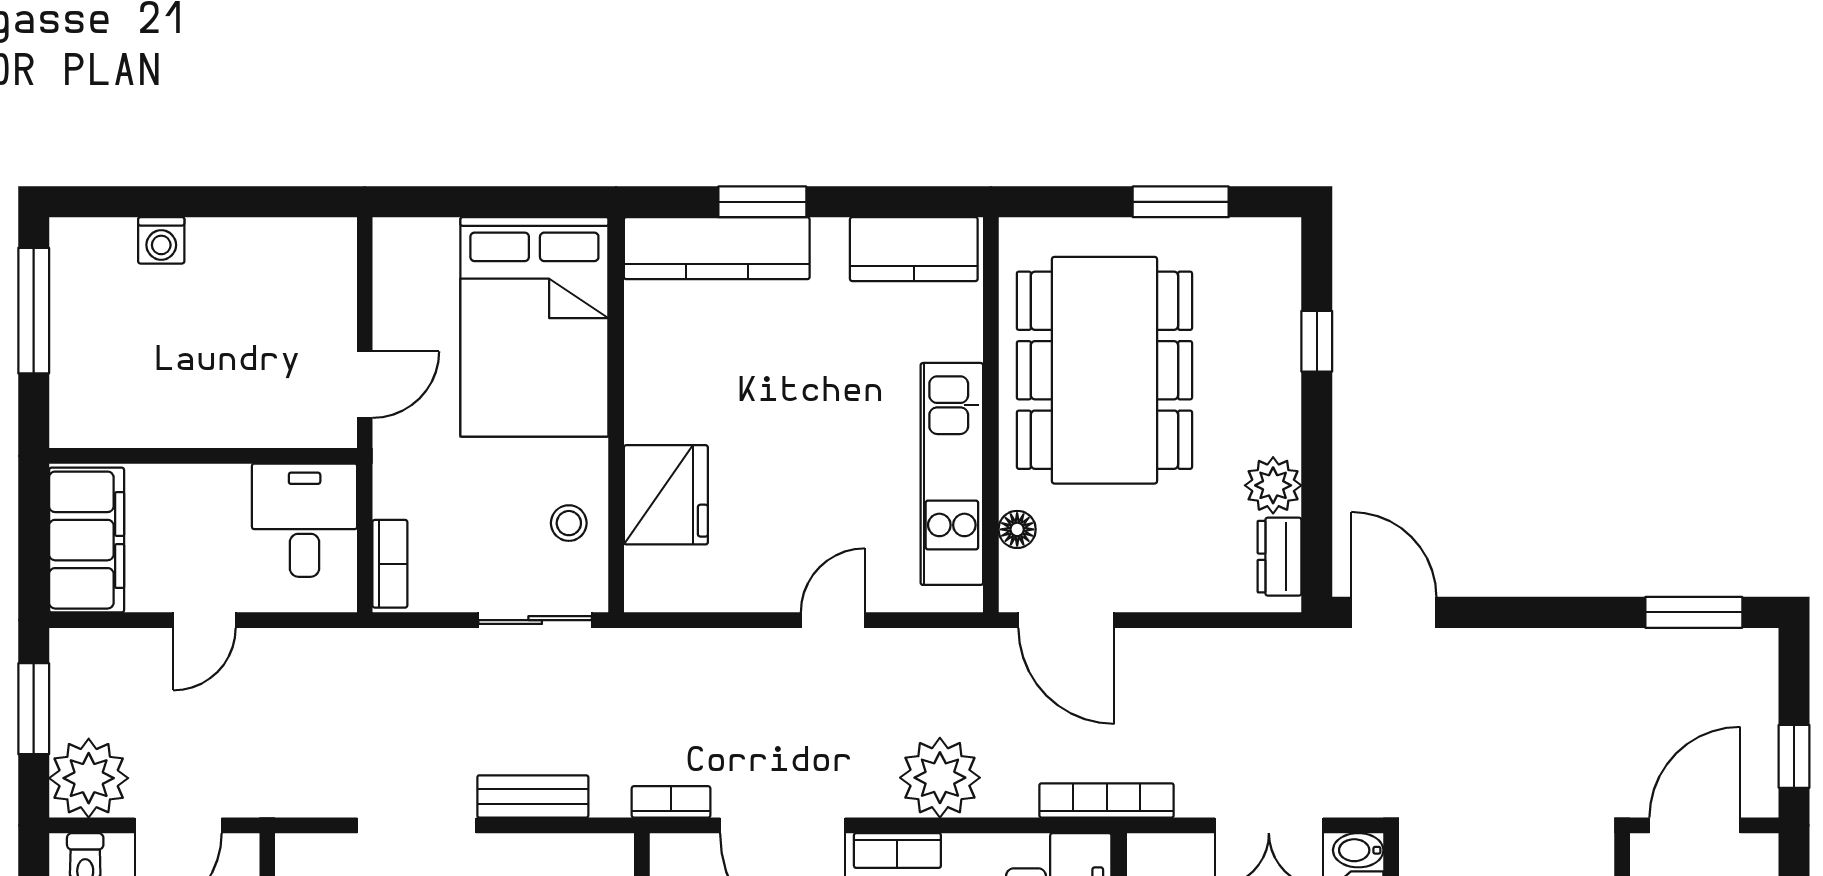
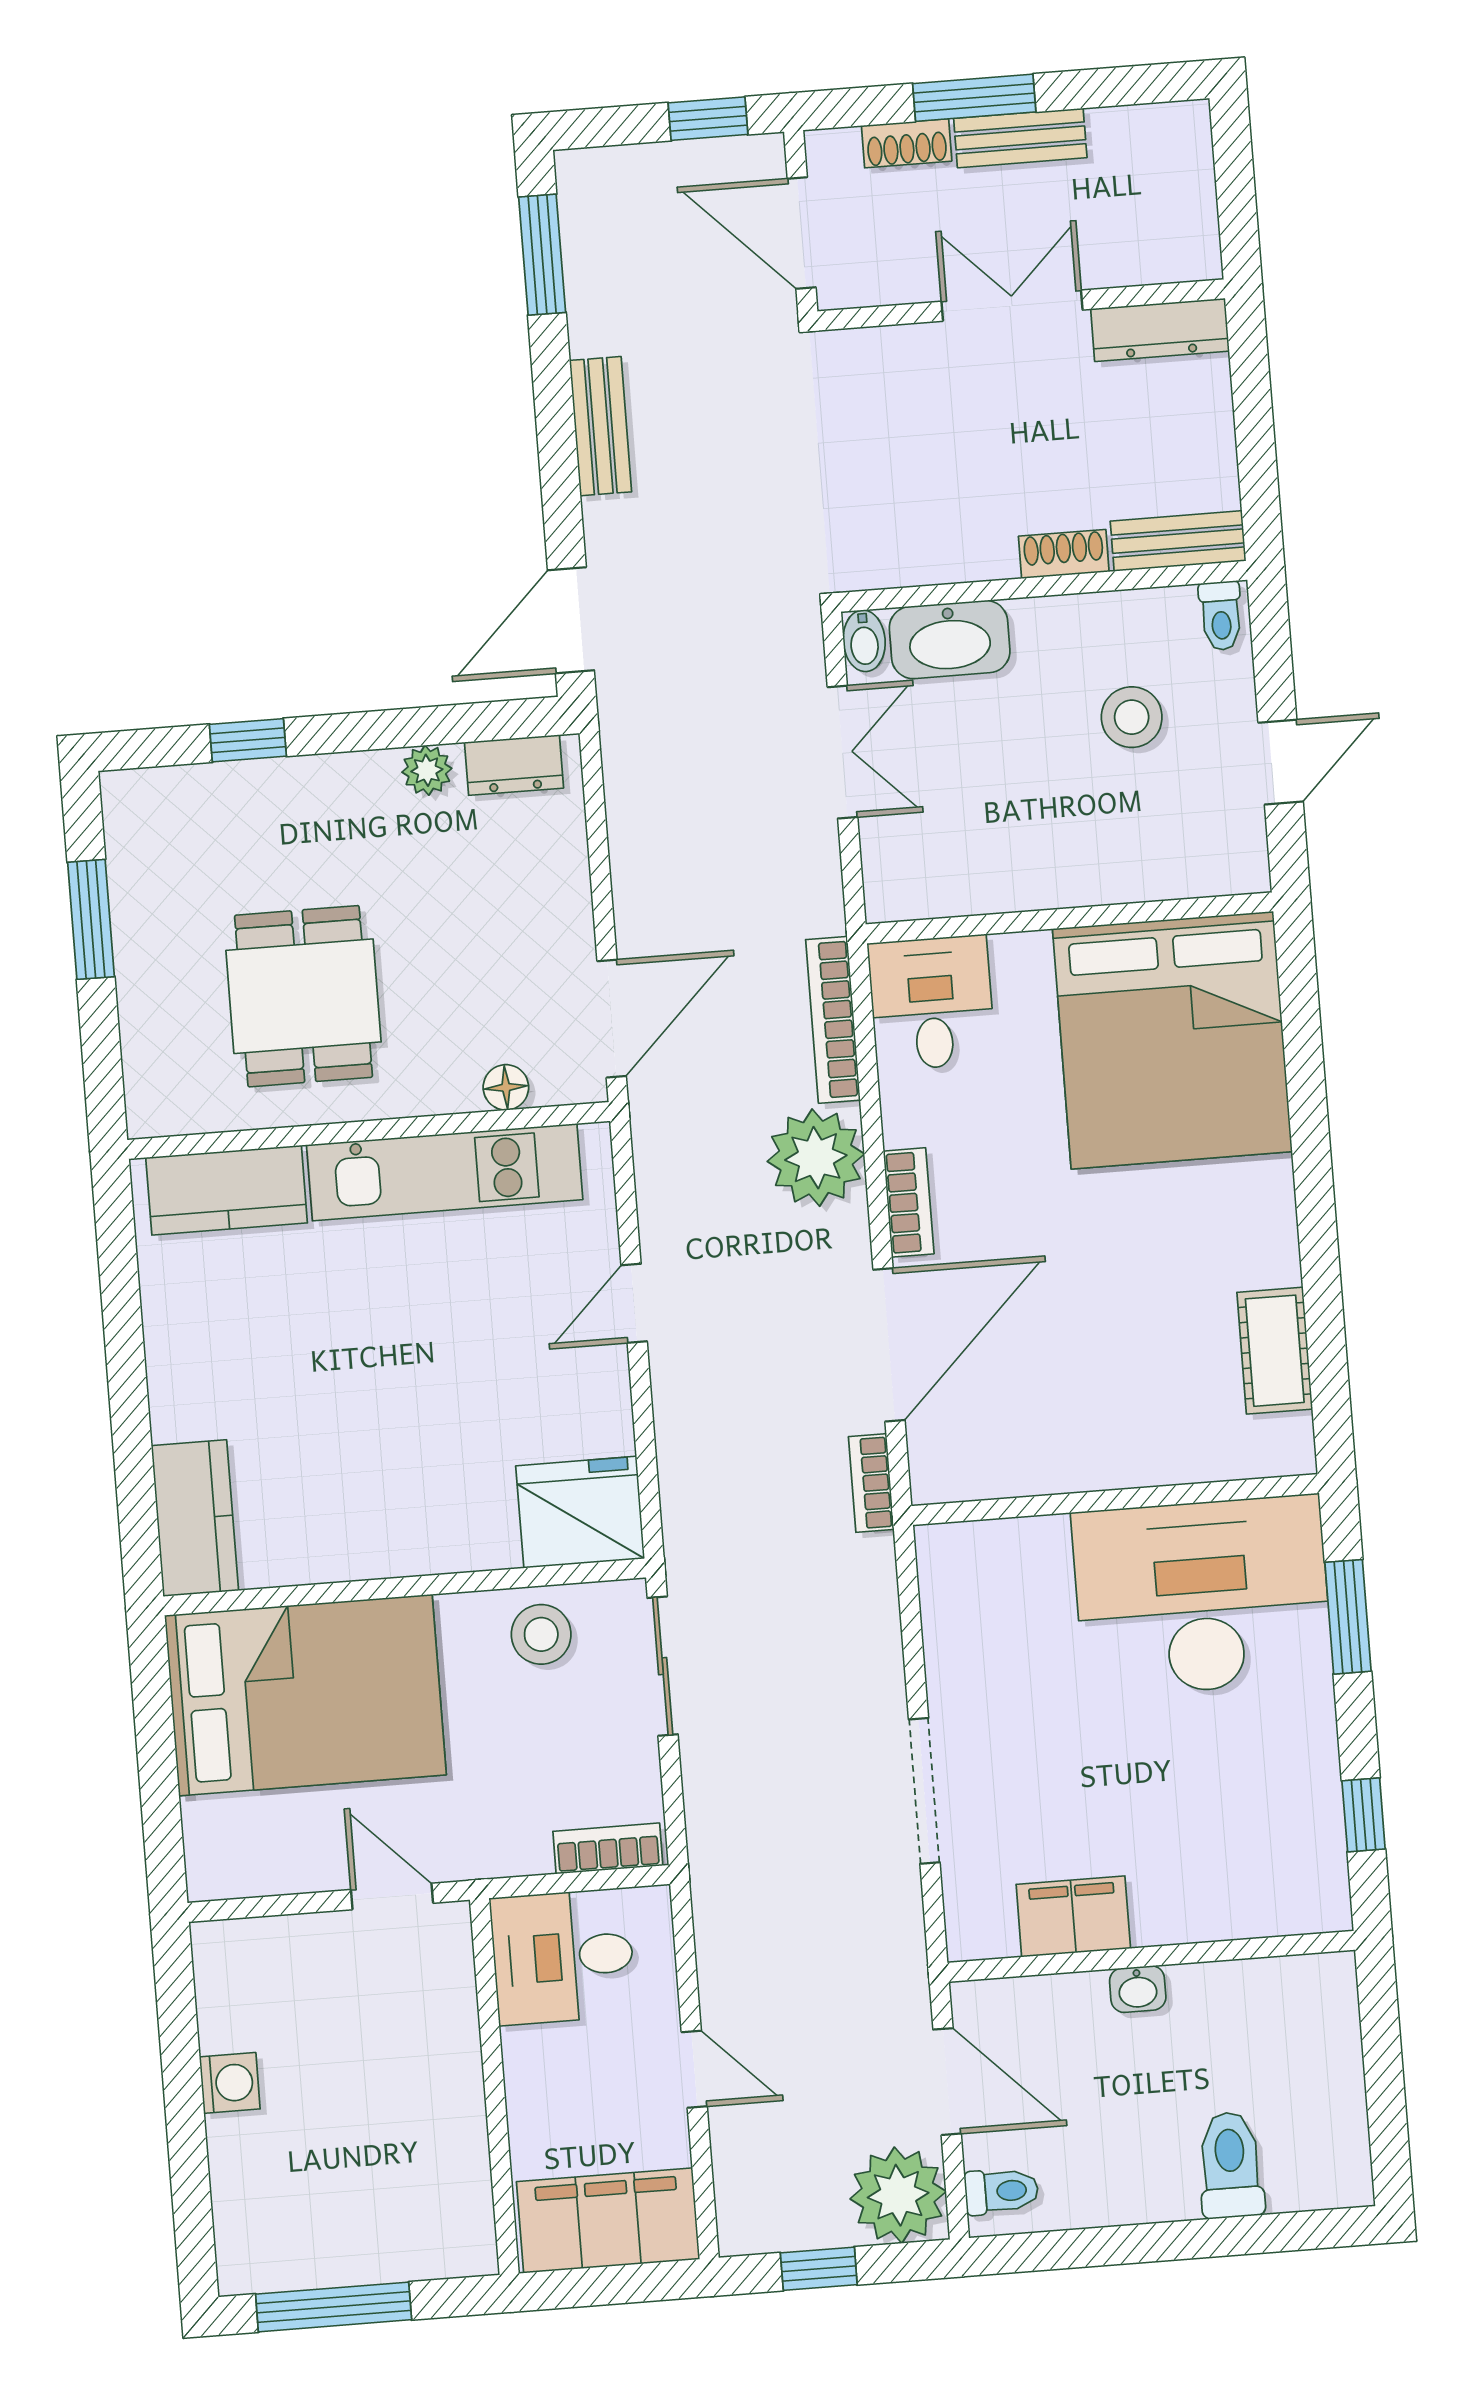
window: (762, 202) -> (131, 1429), removed
washing machine: (161, 240) -> (230, 2083), moved
kitchen counter: (717, 248) -> (195, 1518), width x0.67
kitchen counter: (914, 249) -> (227, 1190), moved, turned 90
dining table: (1104, 370) -> (304, 996), width x0.53, depth x0.80
plant: (1273, 485) -> (427, 770), width x0.73, depth x0.73
fridge: (666, 495) -> (580, 1512), moved
stool: (569, 523) -> (541, 1634), width x1.37, depth x1.37
door: (833, 620) -> (634, 1303), hinge flipped
window: (34, 709) -> (819, 2269), width x0.67
bench: (533, 796) -> (600, 426), moved
bookcase: (1107, 800) -> (833, 1020), moved

